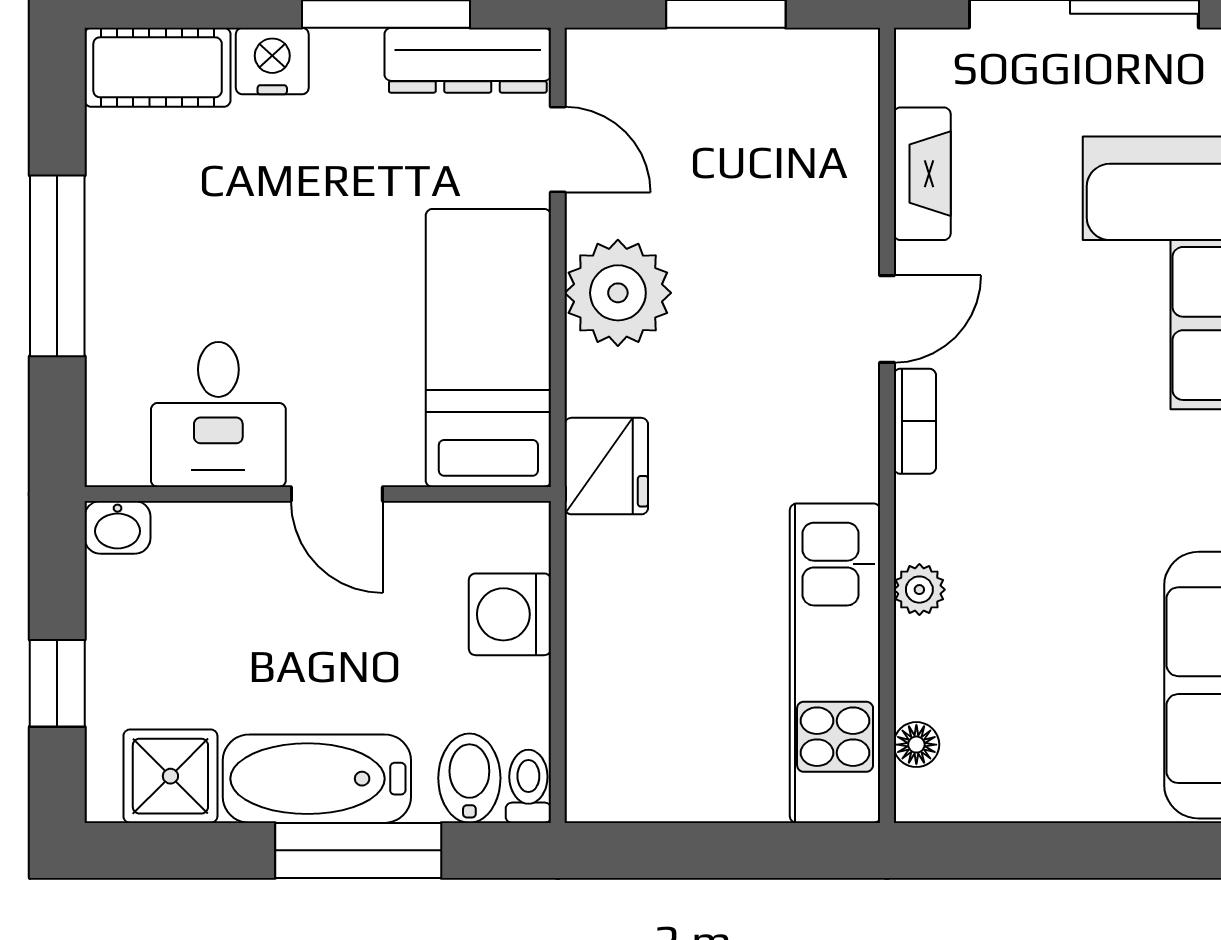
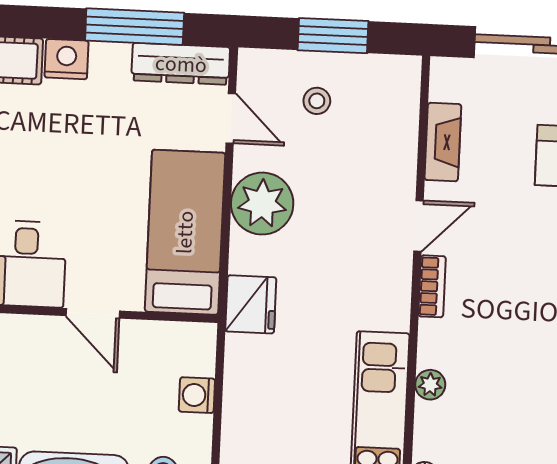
stool: (703, 113) -> (317, 101), added
washing machine: (510, 614) -> (197, 395), width x0.73, depth x0.73

